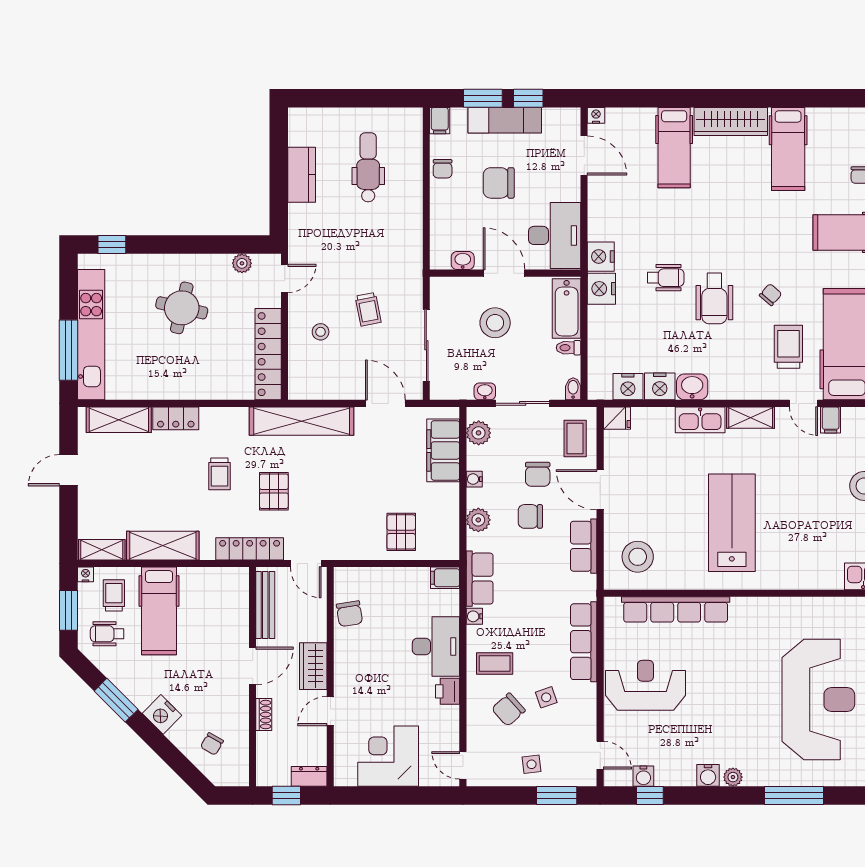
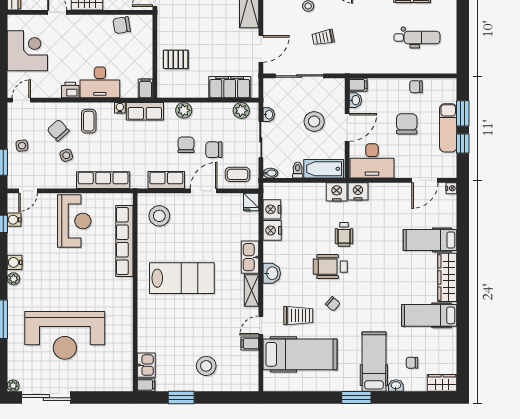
filing cabinet: (440, 121) -> (358, 85), moved, turned 180
washbasin: (692, 387) -> (272, 273), moved
water cooler: (474, 479) -> (211, 108), removed

